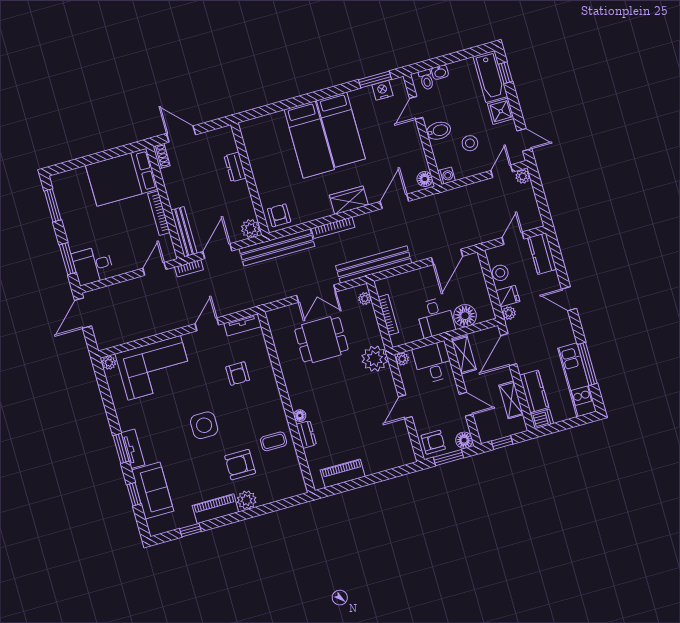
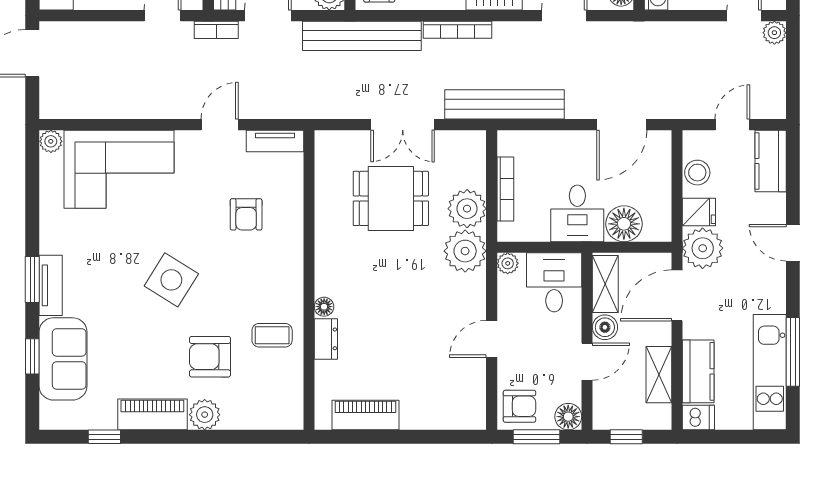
plant: (365, 299) -> (467, 209), moved, width x1.87, depth x1.87
plant: (509, 313) -> (703, 248), width x1.87, depth x1.87
boiler: (471, 381) -> (605, 327), added
door: (466, 404) -> (587, 362), hinge flipped
side table: (204, 425) -> (171, 280), turned 32

